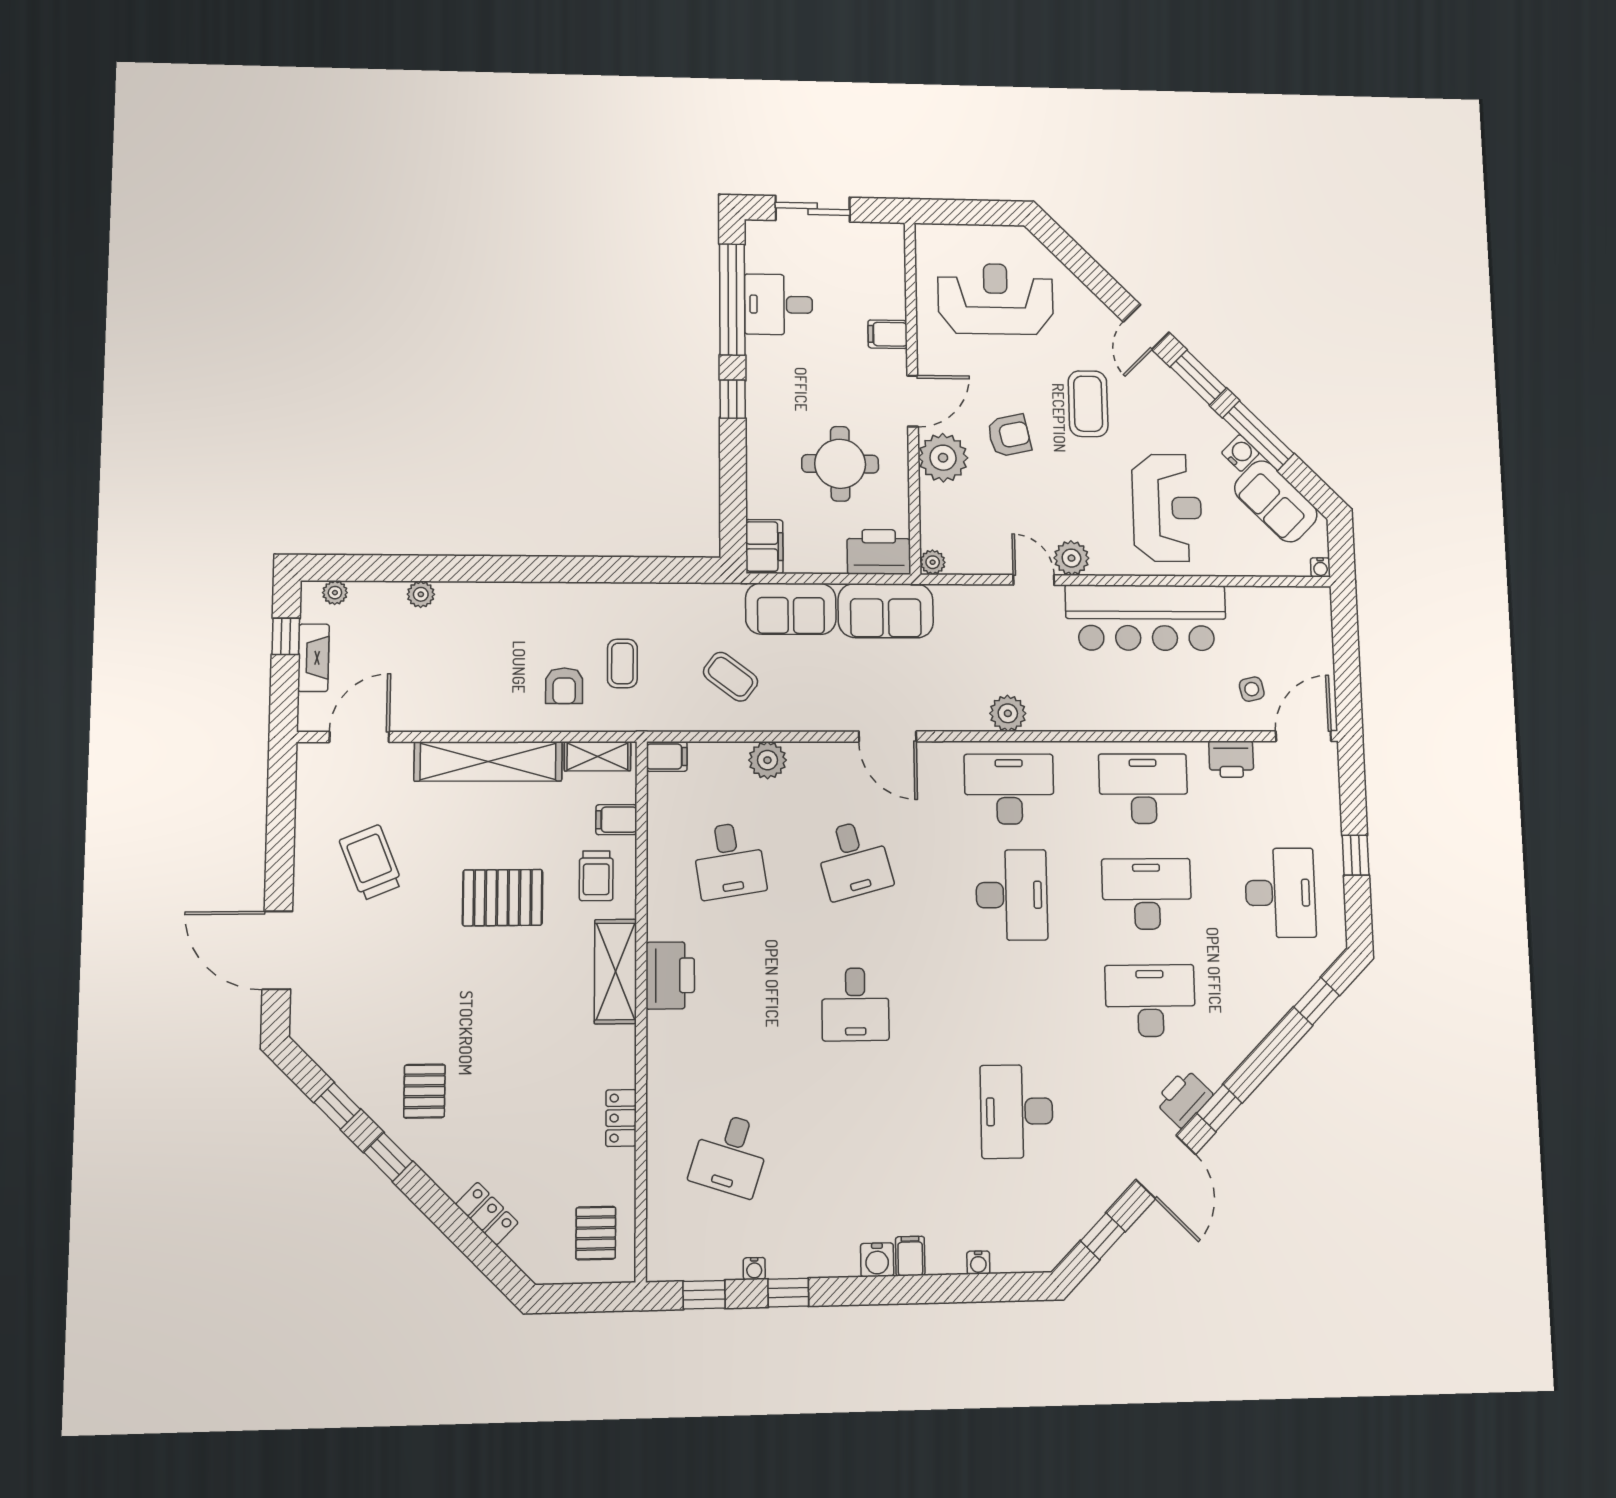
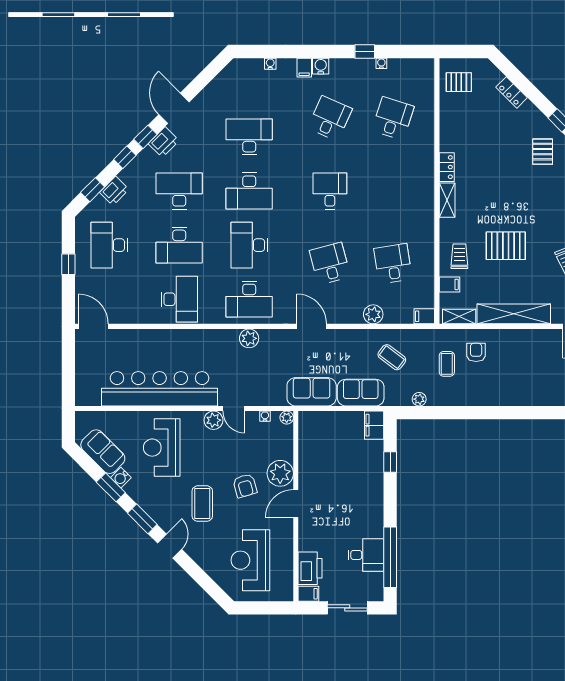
reception desk: (996, 299) -> (250, 560), turned 90
filing cabinet: (888, 334) -> (308, 594), moved
window: (733, 399) -> (390, 462), moved
armchair: (1009, 435) -> (245, 486), turned -94
window: (1258, 436) -> (111, 487), width x0.69
round table: (840, 464) -> (334, 469), removed
printer: (879, 552) -> (310, 568), moved, turned -90
water cooler: (1320, 567) -> (265, 416), moved
plant: (421, 594) -> (419, 399), moved
bar counter: (1146, 618) -> (160, 389), width x1.36
side table: (1252, 689) -> (120, 351), removed
door: (1303, 736) -> (93, 326), swing flipped
printer: (1231, 759) -> (114, 191), moved, turned 135
desk: (1143, 789) -> (179, 299), turned -90
shelving: (615, 971) -> (447, 200), width x0.67, depth x0.75
printer: (670, 975) -> (422, 206), removed
desk: (1150, 1001) -> (179, 191), turned 180
desk: (1014, 1002) -> (249, 191), added
desk: (1017, 1111) -> (249, 137), turned -90
locker: (621, 1118) -> (447, 167), moved
desk: (857, 1152) -> (330, 118), added
pallet: (596, 1233) -> (459, 82), turned 90
window: (1103, 1236) -> (125, 157), moved
window: (704, 1295) -> (406, 51), removed

